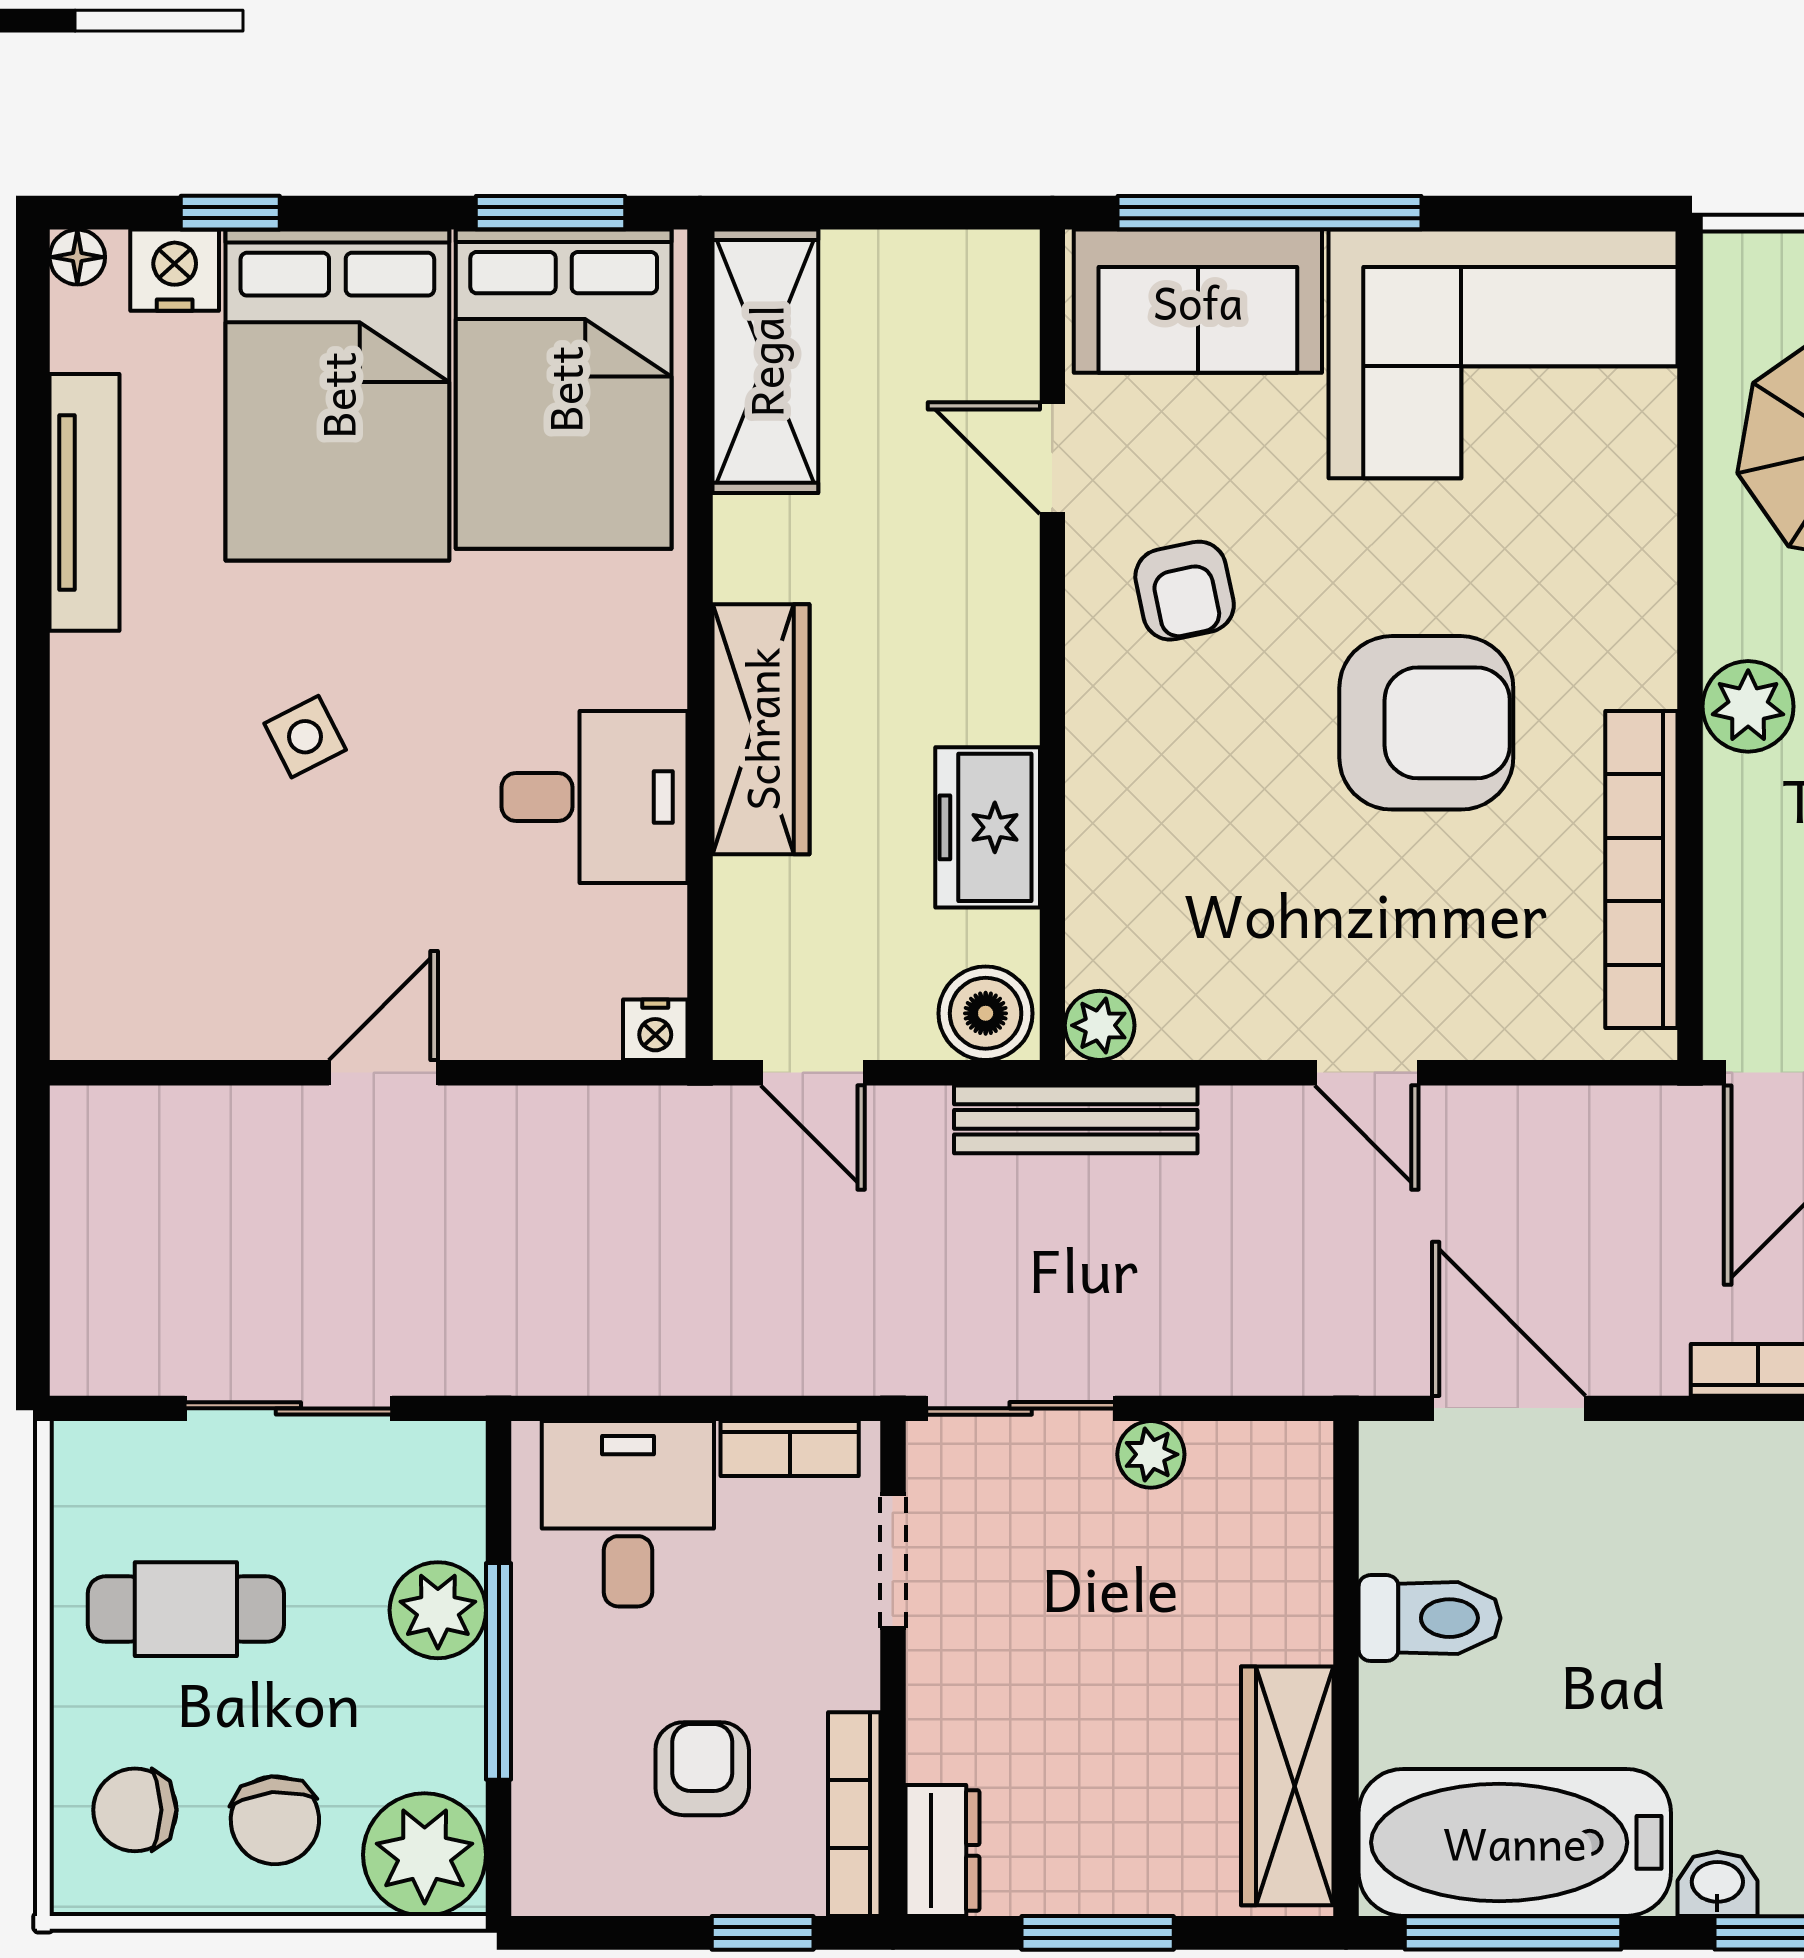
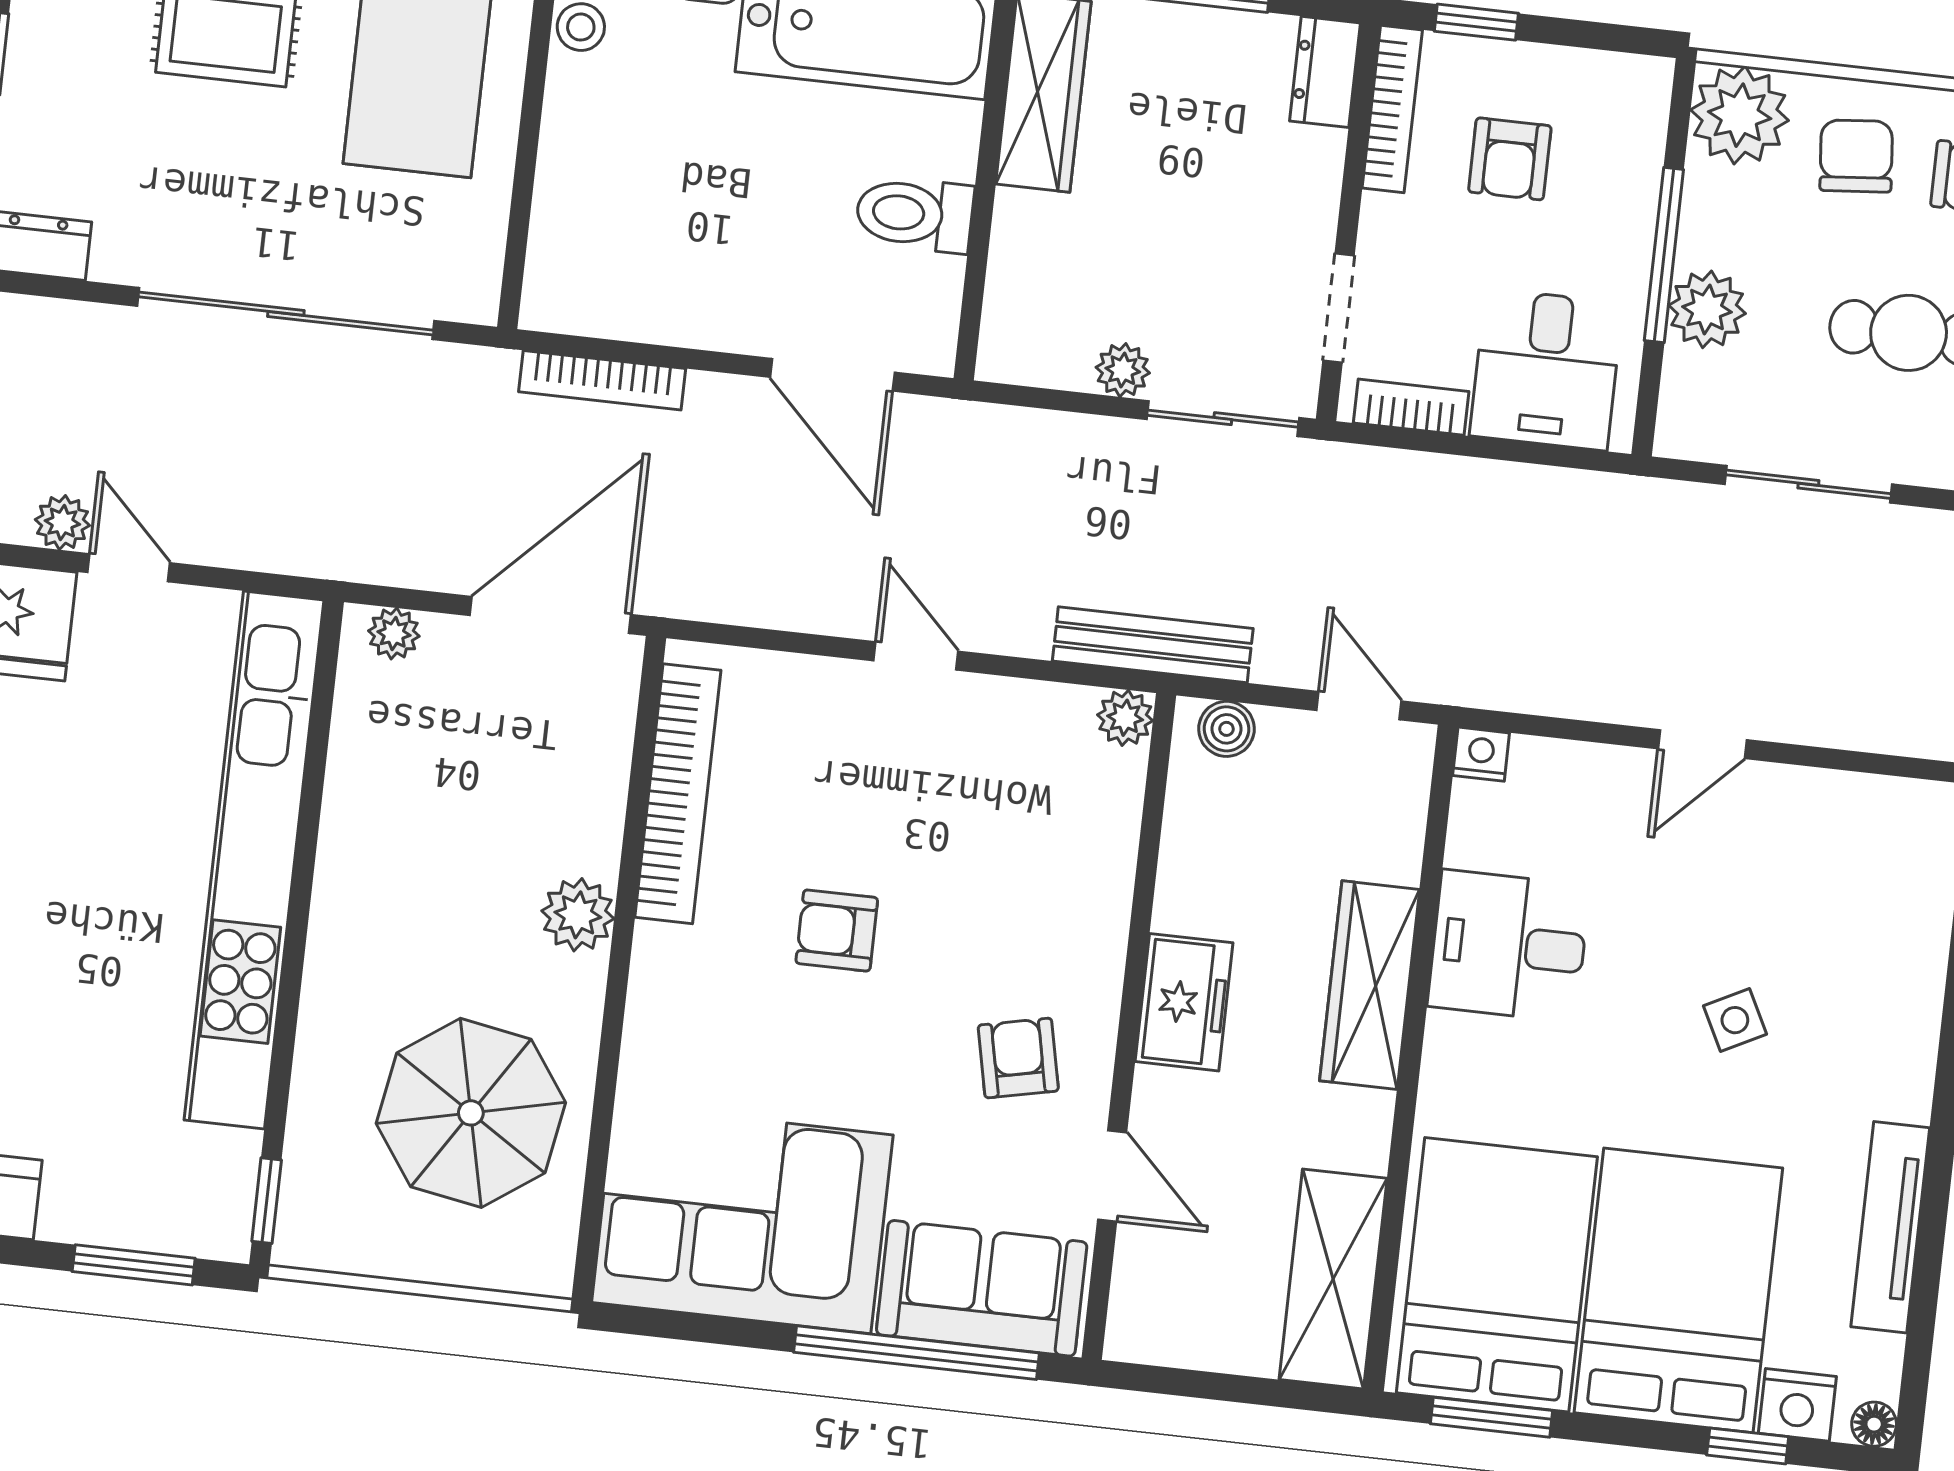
armchair: (1426, 723) -> (837, 931), width x0.53, depth x0.53
freezer: (988, 827) -> (1184, 1002), moved
boiler: (986, 1013) -> (1226, 729), width x0.73, depth x0.73

